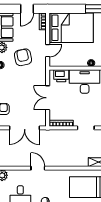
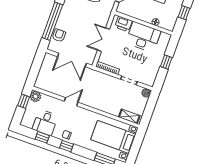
door: (38, 168) -> (71, 102), hinge flipped

